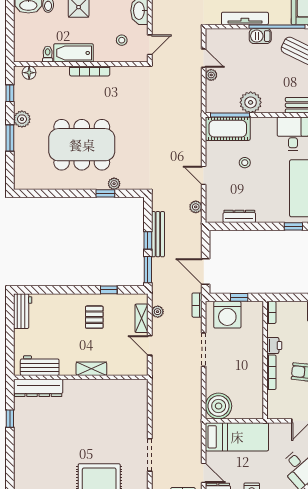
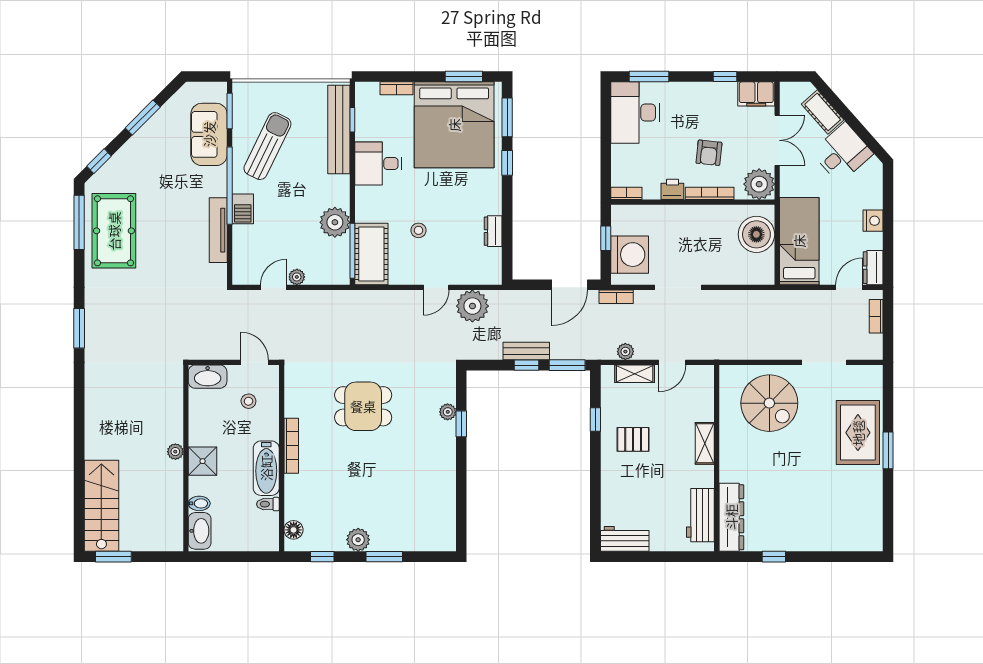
dining table: (82, 145) -> (363, 406), moved, width x0.53, depth x0.80
plant: (196, 207) -> (472, 306), width x1.88, depth x1.88
dresser: (239, 216) -> (493, 231), width x0.70
bench: (158, 234) -> (526, 351), width x0.73
boiler: (219, 406) -> (756, 234), moved
plant: (278, 408) -> (759, 184), added
spiral stairs: (120, 415) -> (769, 403), added

